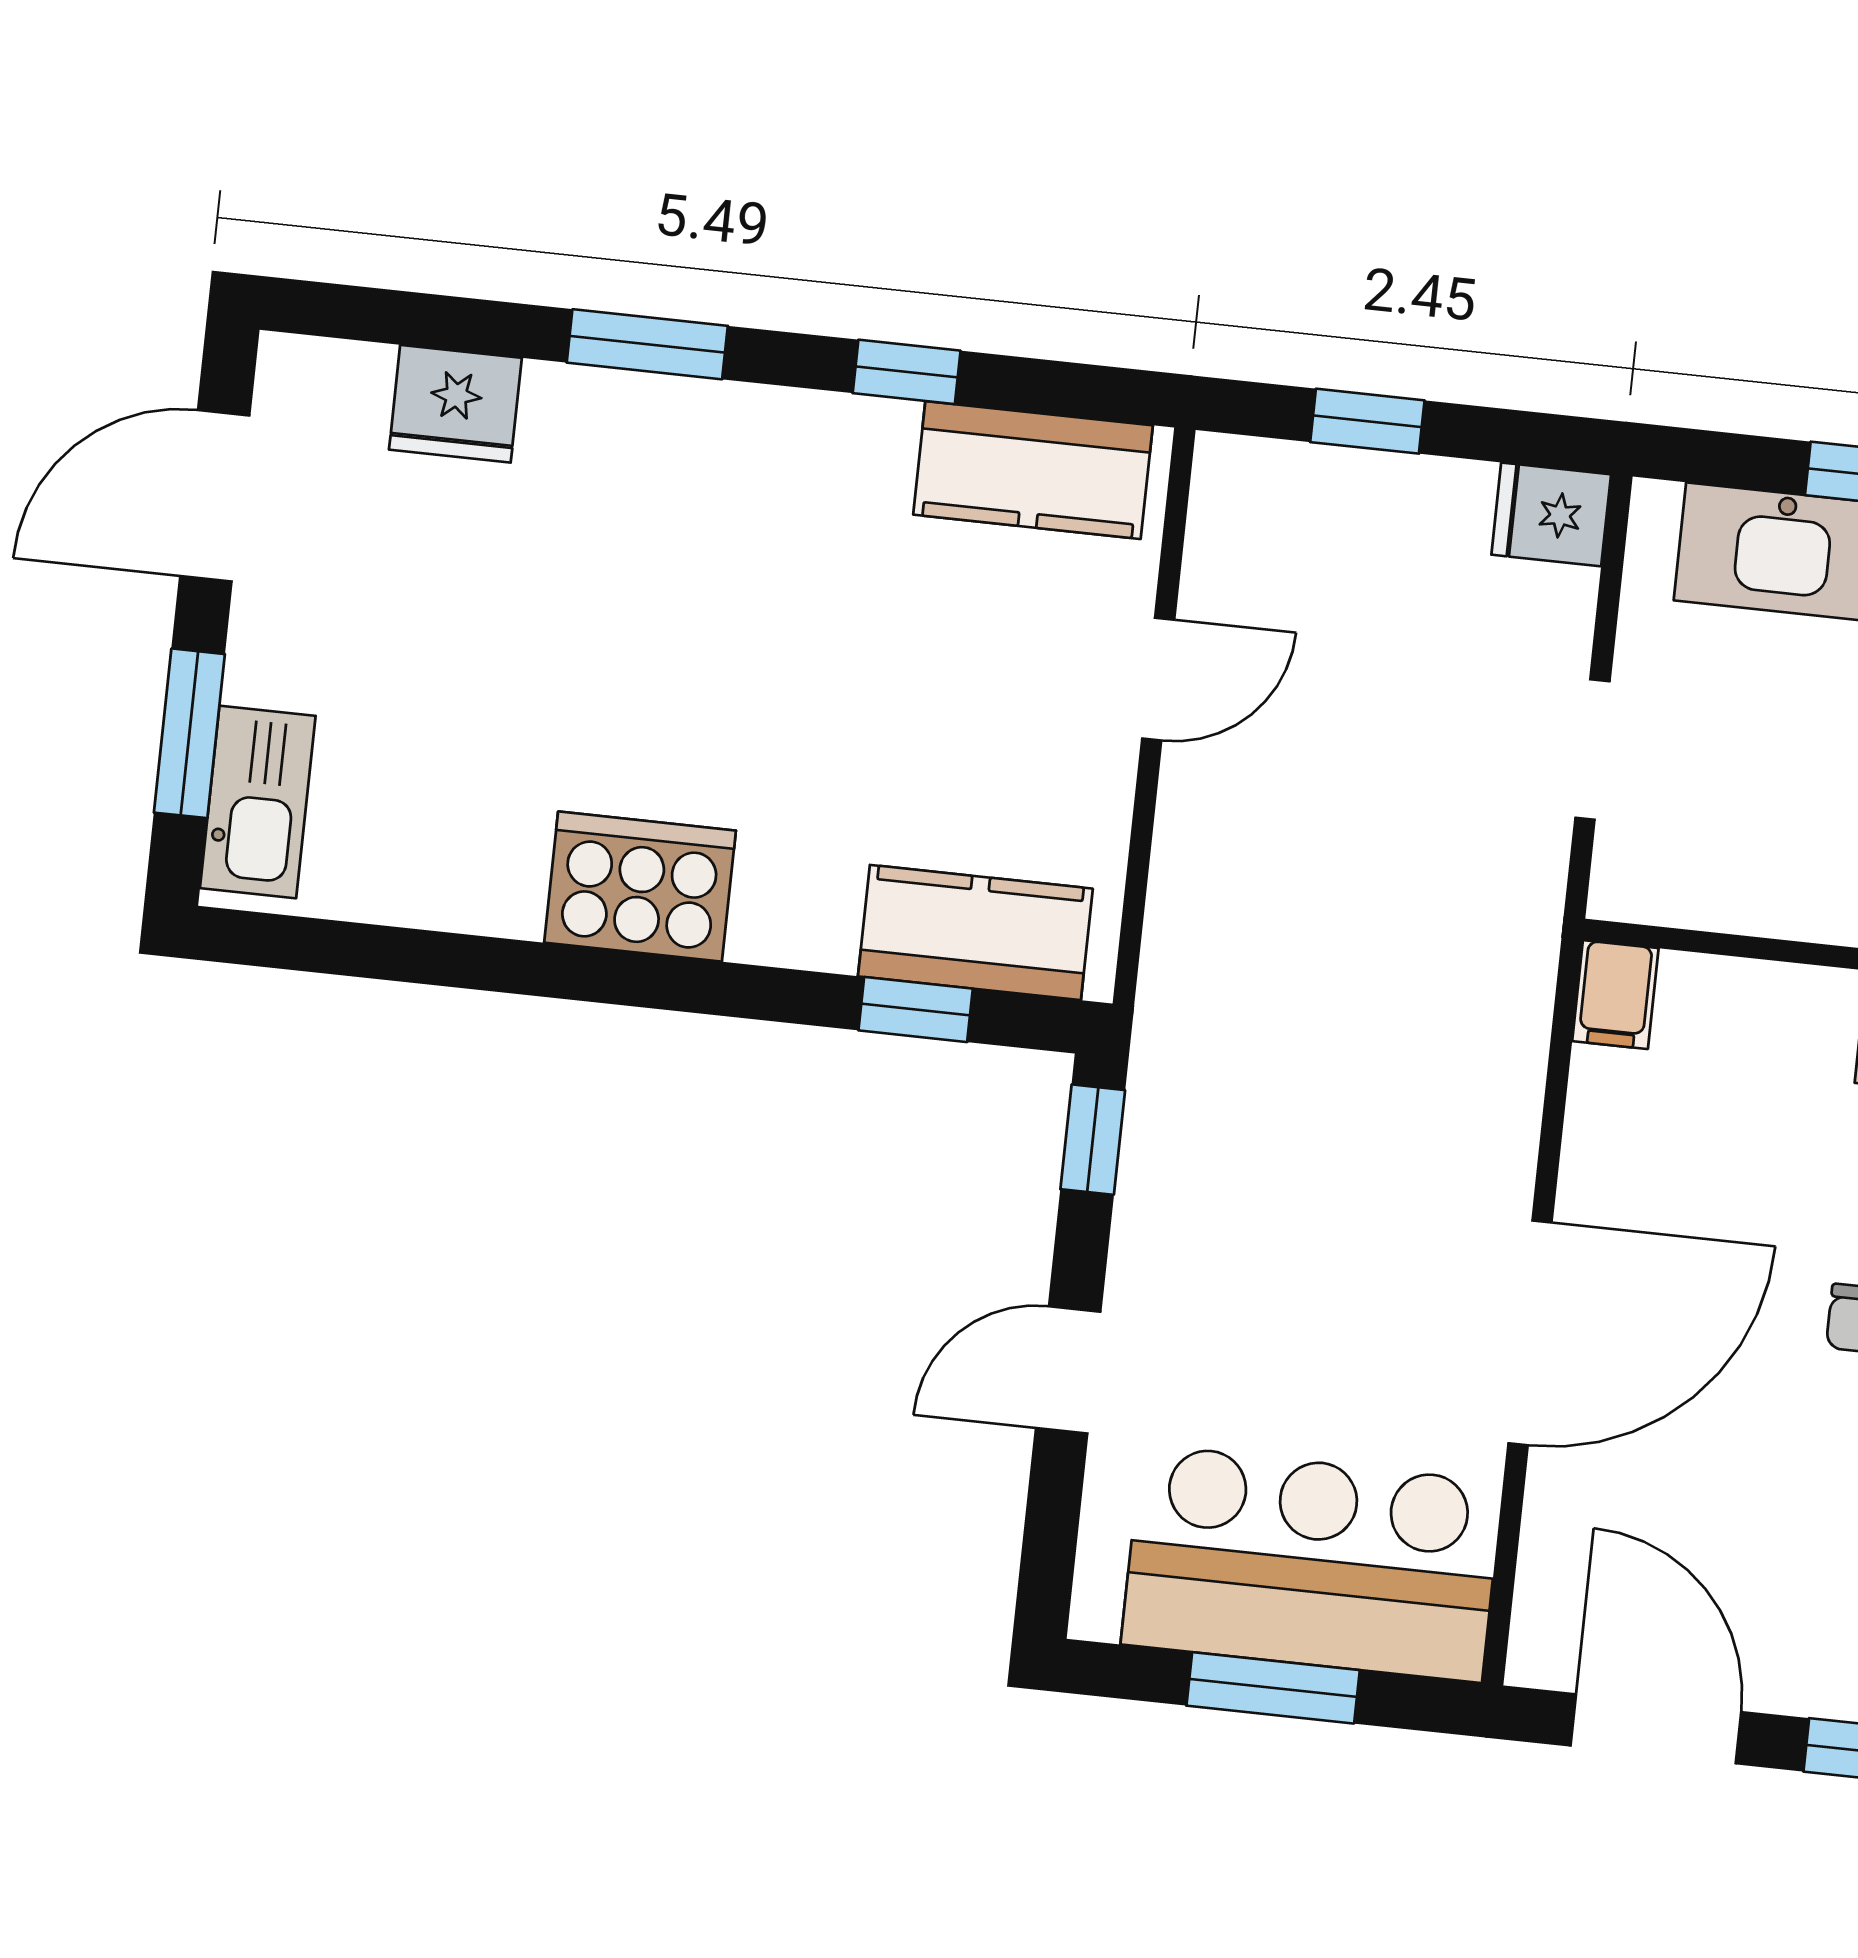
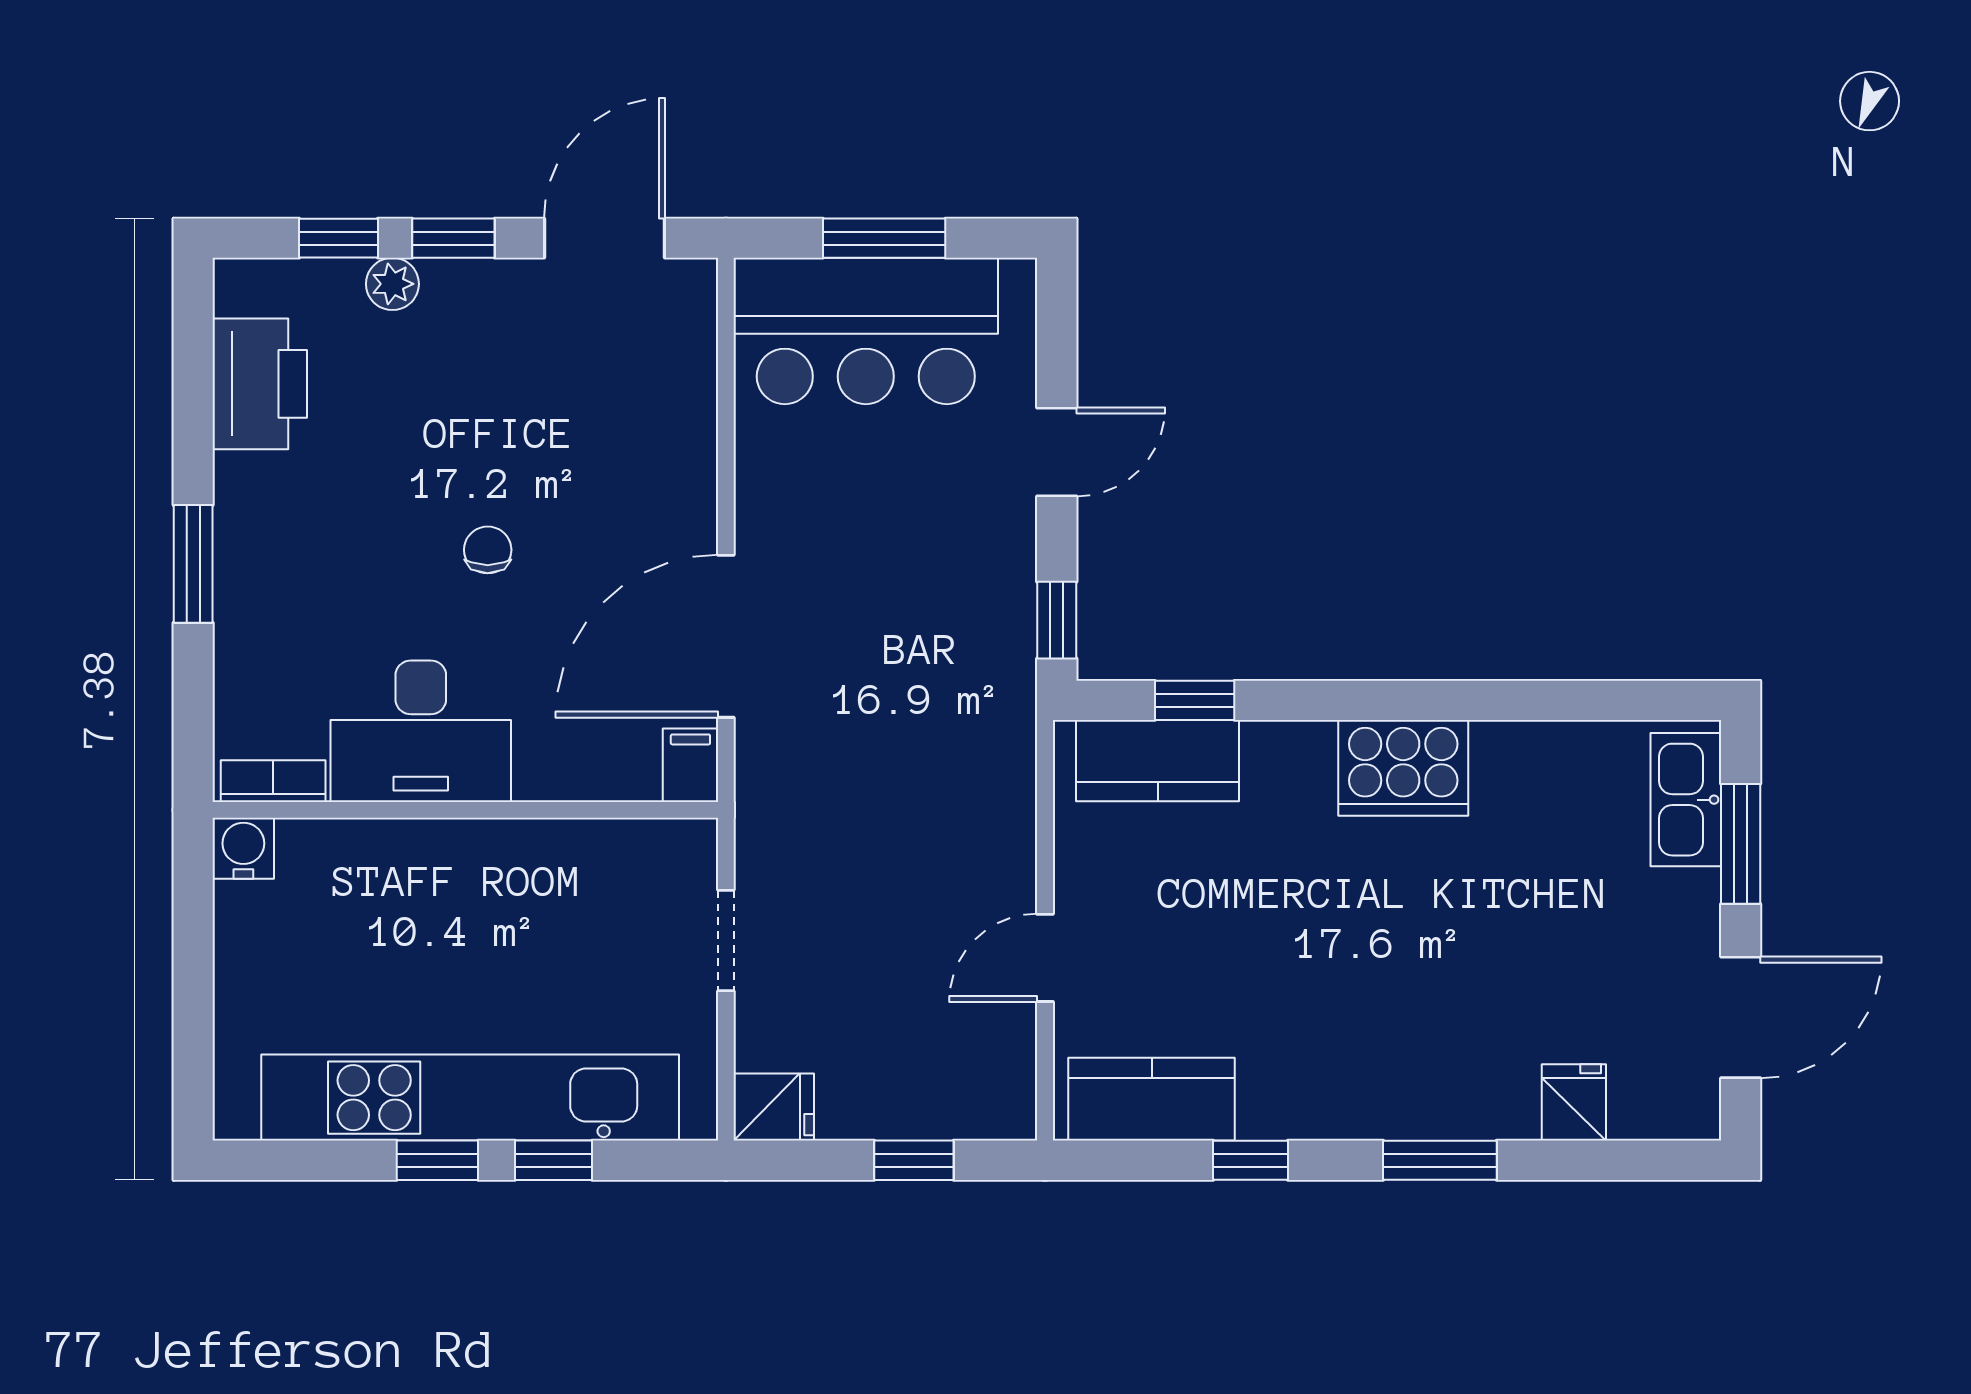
fridge: (455, 404) -> (1574, 1102), width x0.72
door: (1530, 1333) -> (726, 636), moved
door: (1656, 1729) -> (605, 238), swing flipped

